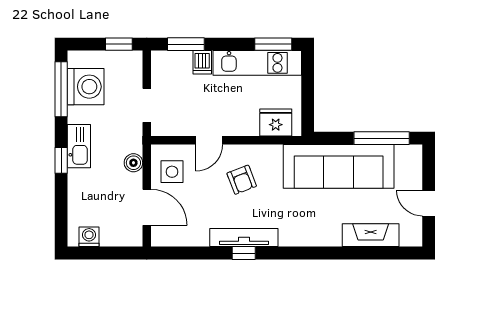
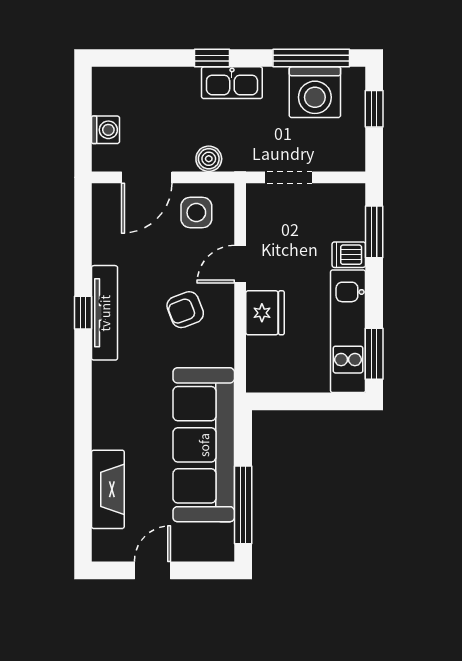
window: (119, 44) -> (374, 109), moved
fridge: (276, 122) -> (265, 313), moved
door: (209, 140) -> (240, 264), hinge flipped
washing machine: (89, 237) -> (106, 130), moved

